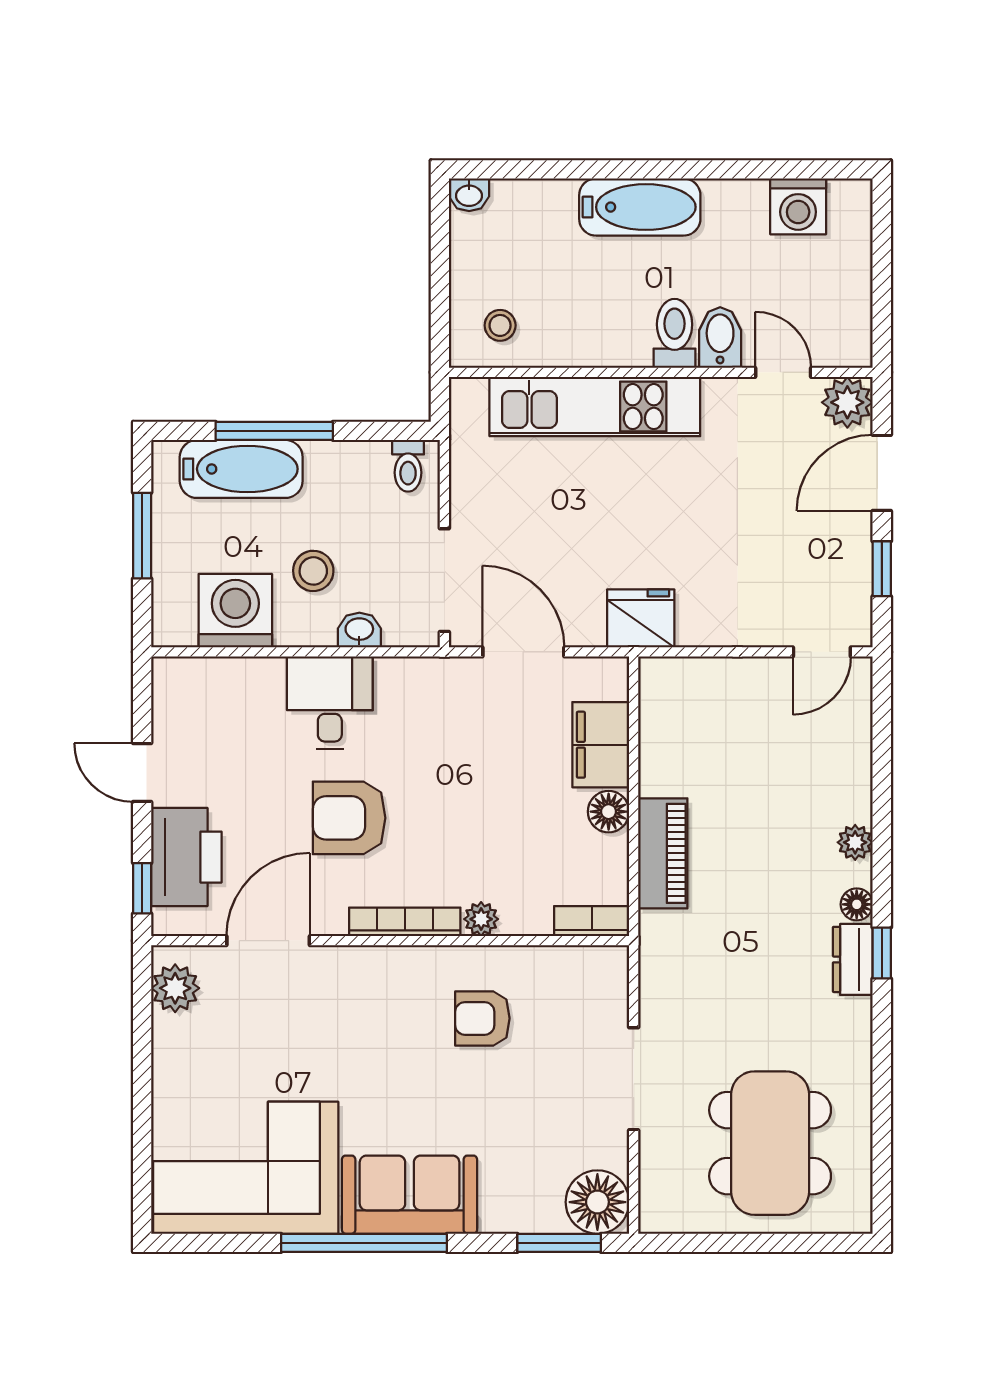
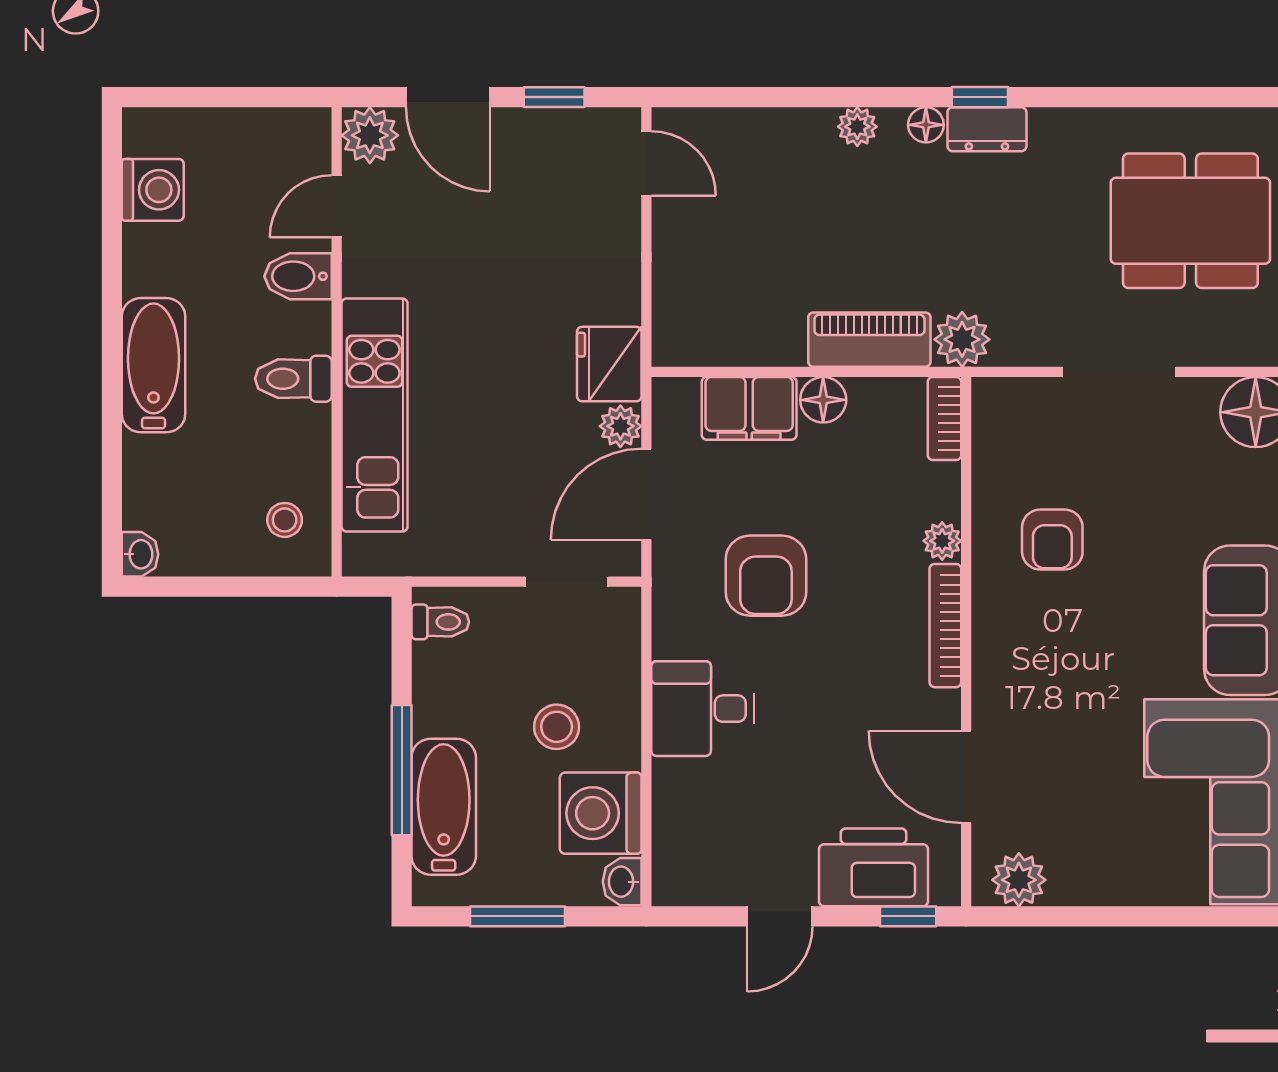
toilet: (675, 333) -> (293, 379), moved
doorway: (444, 580) -> (567, 582), width x0.73
plant: (585, 629) -> (620, 426), added
washbasin: (359, 630) -> (622, 882), moved
armchair: (349, 818) -> (766, 576), moved
plant: (663, 937) -> (962, 339), added

